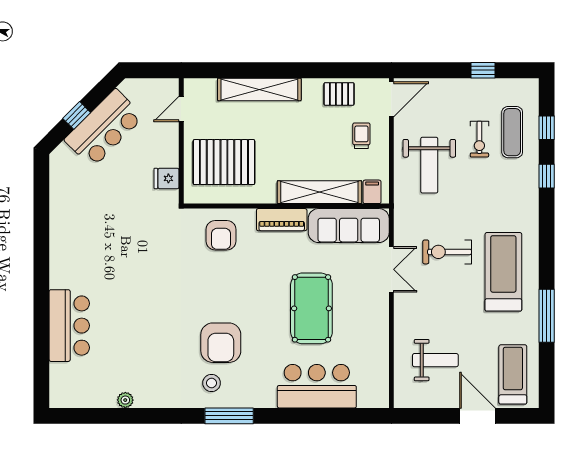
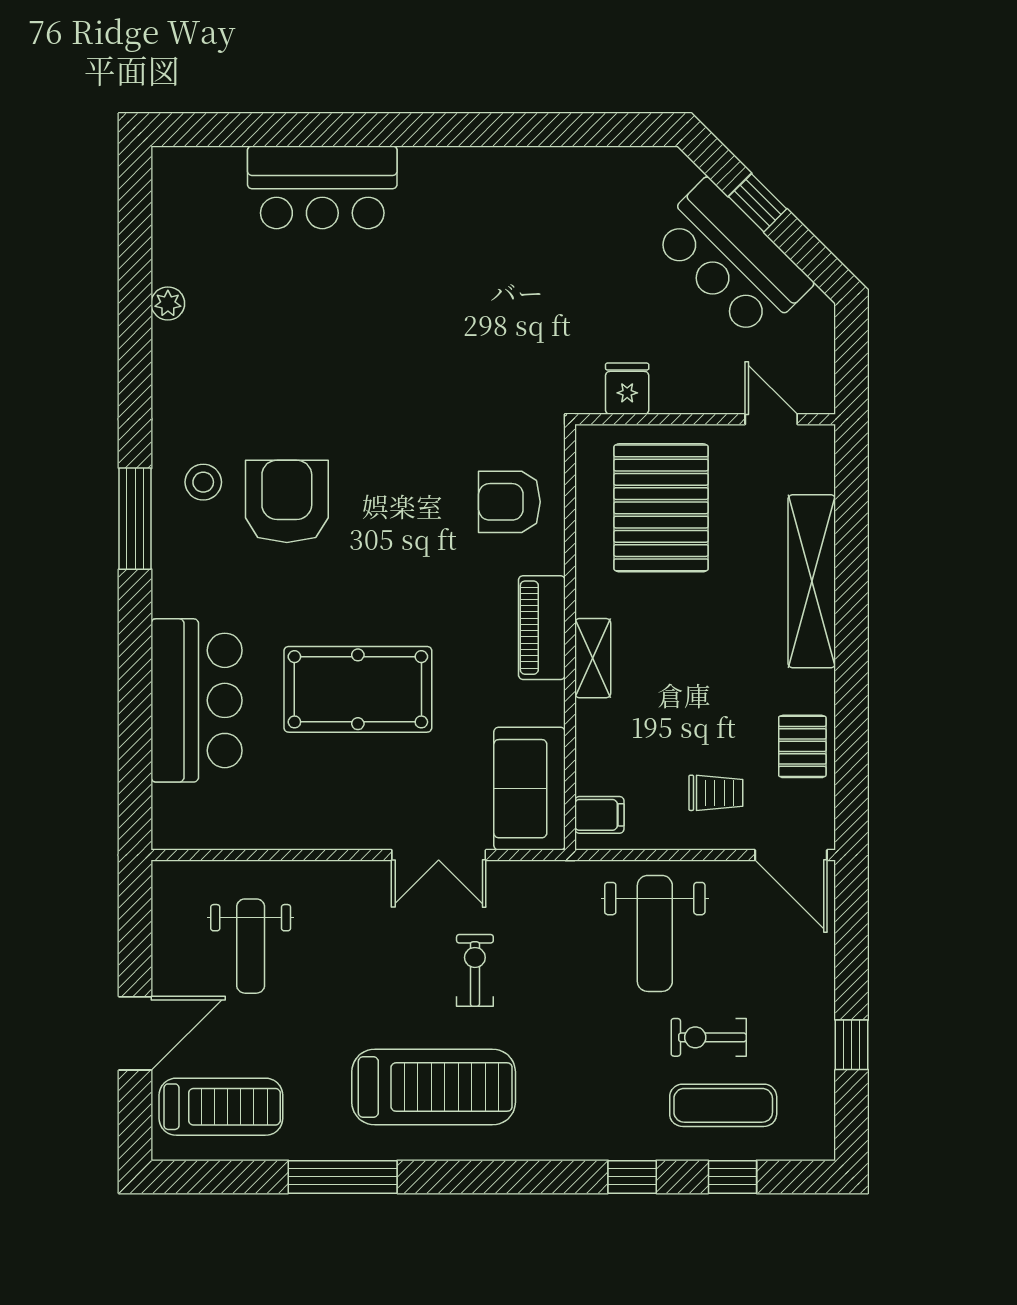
weight bench: (429, 165) -> (655, 933), turned -90
shelving: (319, 192) -> (593, 658), width x0.45, depth x0.75
sofa: (349, 226) -> (530, 789), width x0.73
exercise bike: (447, 252) -> (475, 970), width x0.73, depth x0.72
armchair: (221, 343) -> (287, 501), turned 90

